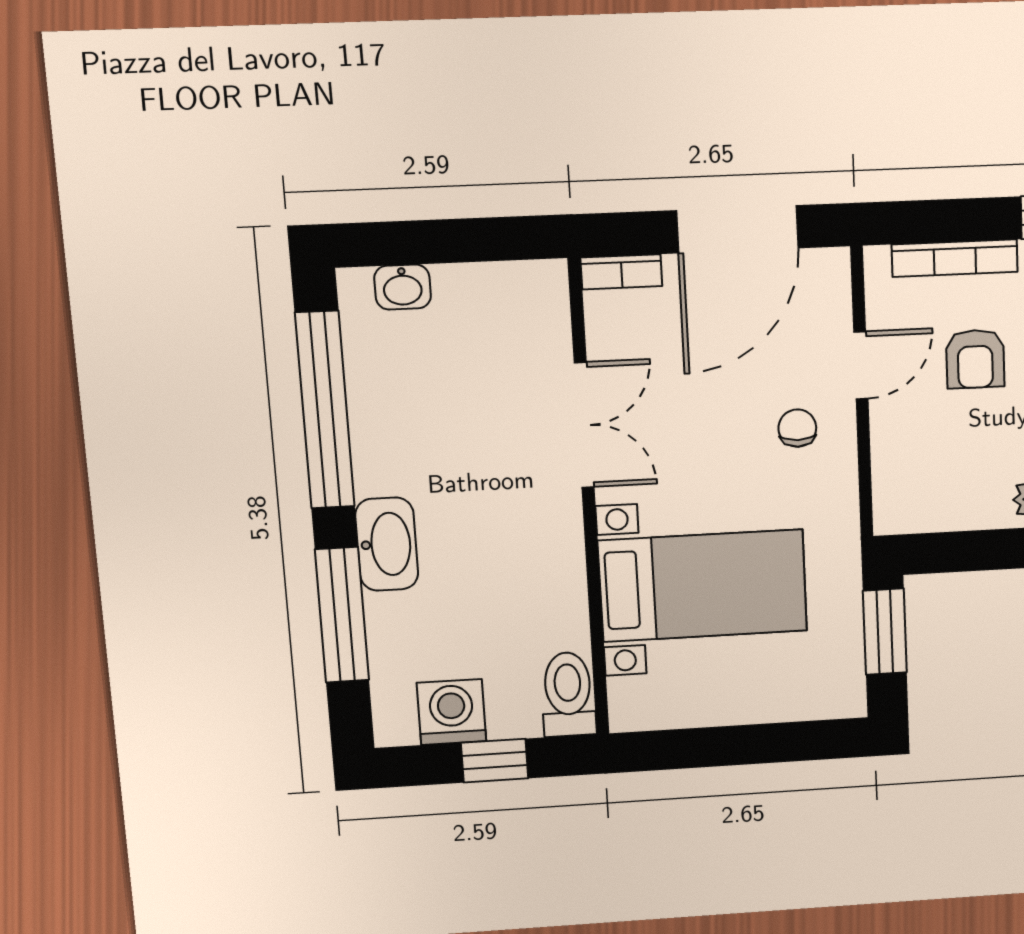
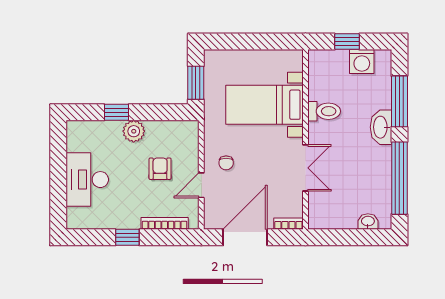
armchair: (975, 359) -> (160, 169), moved
double door: (584, 425) -> (305, 168), swing flipped
toilet: (568, 694) -> (324, 111), moved, turned -90

